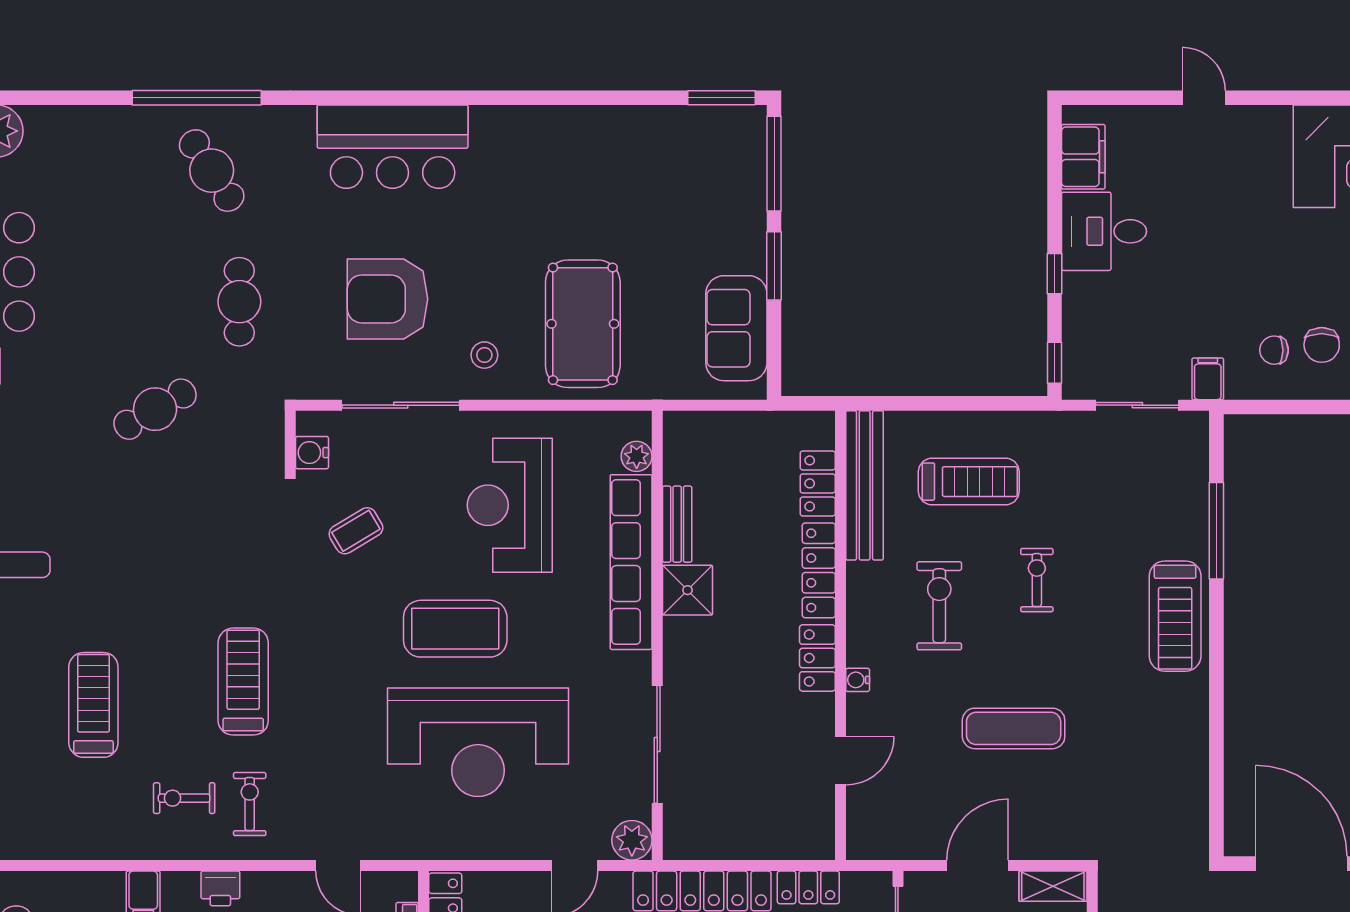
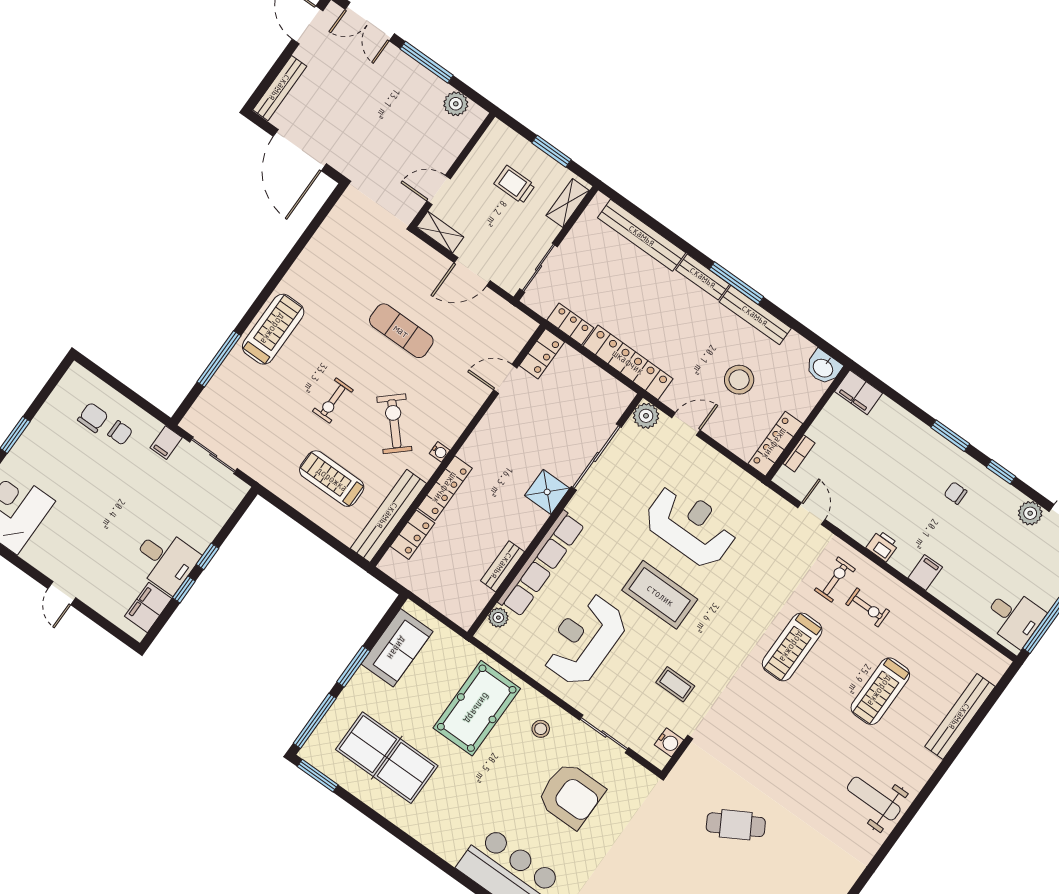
table tennis table: (651, 182) -> (387, 758), added
cafe table: (239, 302) -> (650, 850), removed
window: (1055, 363) -> (184, 589), moved
sliding door: (401, 405) -> (604, 734), width x0.73
reception desk: (510, 505) -> (584, 640), turned 180
coffee table: (356, 531) -> (675, 684), turned 31
shower: (688, 590) -> (547, 492), moved
exercise bike: (939, 606) -> (394, 424), turned 138
locker: (817, 658) -> (542, 354), moved
water cooler: (858, 680) -> (440, 452), moved
reception desk: (478, 742) -> (691, 526), width x0.74, depth x0.77
exercise bike: (250, 804) -> (835, 580), turned 180

